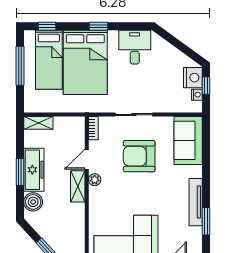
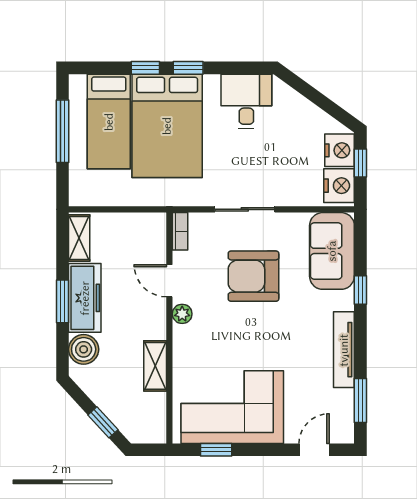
window: (47, 26) -> (145, 68), moved
nightstand: (197, 95) -> (339, 186), width x1.89, depth x1.79
shelving: (38, 123) -> (79, 238), moved, turned 90
door: (87, 159) -> (169, 281), hinge flipped
window: (206, 165) -> (360, 290), added
shelving: (78, 186) -> (155, 366), moved
window: (206, 221) -> (360, 401), moved

